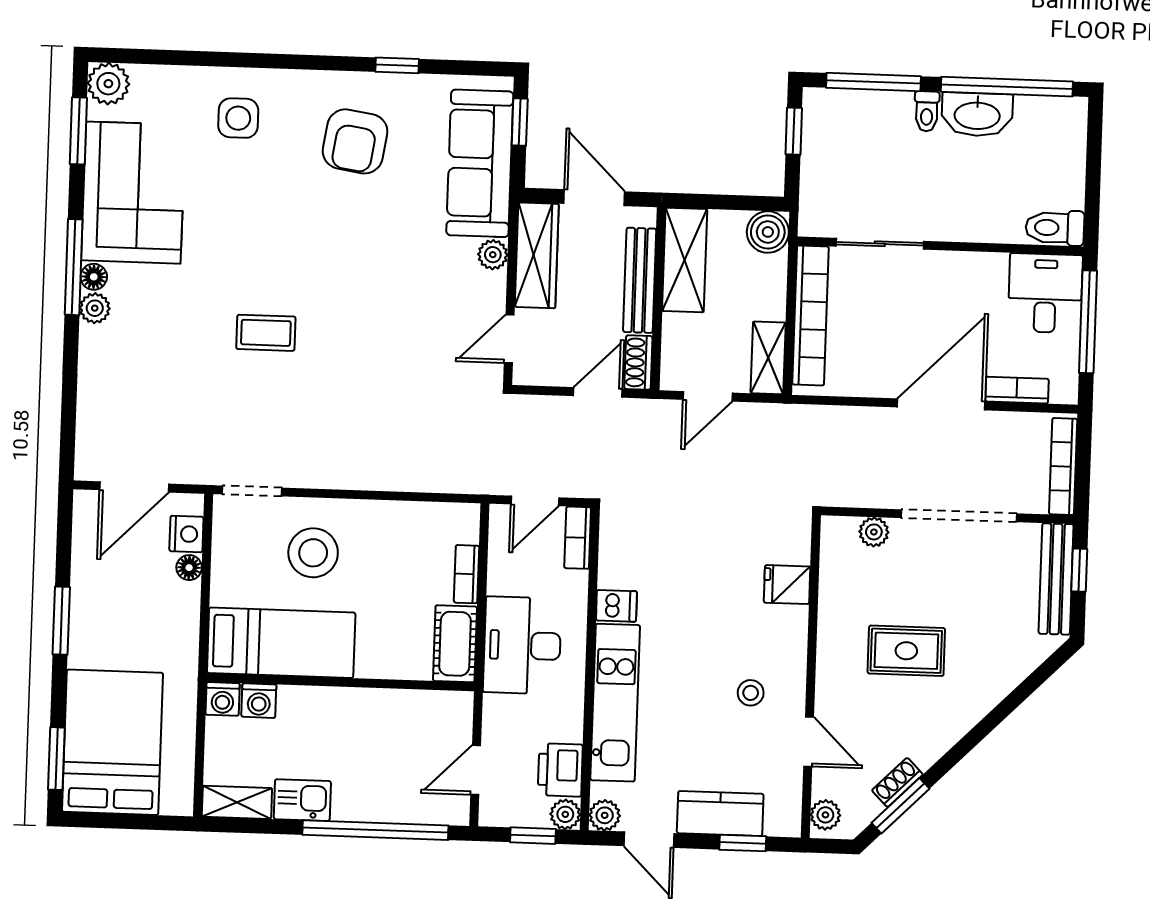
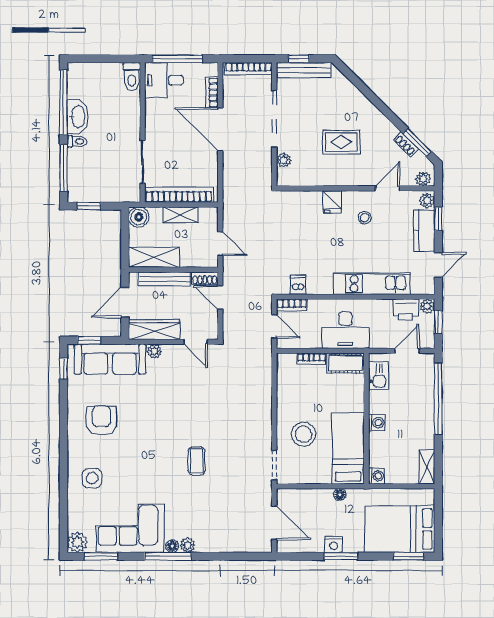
window: (397, 65) -> (64, 369), moved
armchair: (355, 141) -> (101, 421), turned -99
shelving: (768, 358) -> (180, 215), moved
nightstand: (186, 534) -> (333, 545), moved, turned 180
floor lamp: (189, 568) -> (340, 495), moved
fridge: (787, 585) -> (332, 202), moved
dishwasher: (616, 606) -> (298, 285), moved
rug: (906, 651) -> (341, 142), turned 90
washing machine: (259, 701) -> (377, 423), moved
door: (476, 770) -> (407, 351), swing flipped
kitchen sink: (302, 800) -> (378, 376), moved, turned 180
plant: (605, 815) -> (427, 201), moved

